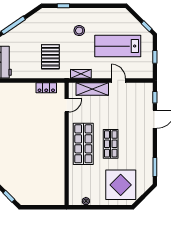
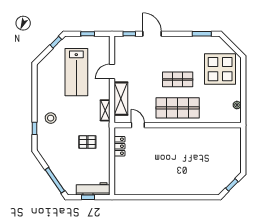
stool: (79, 31) -> (51, 118), moved
pallet: (50, 57) -> (87, 142), width x0.67, depth x0.71

